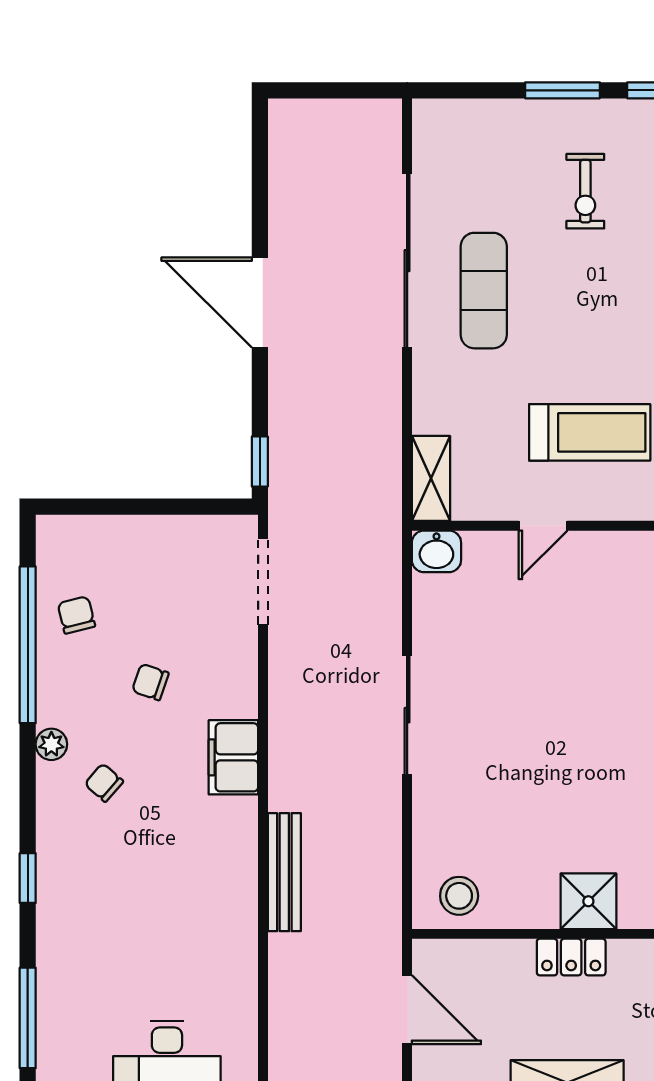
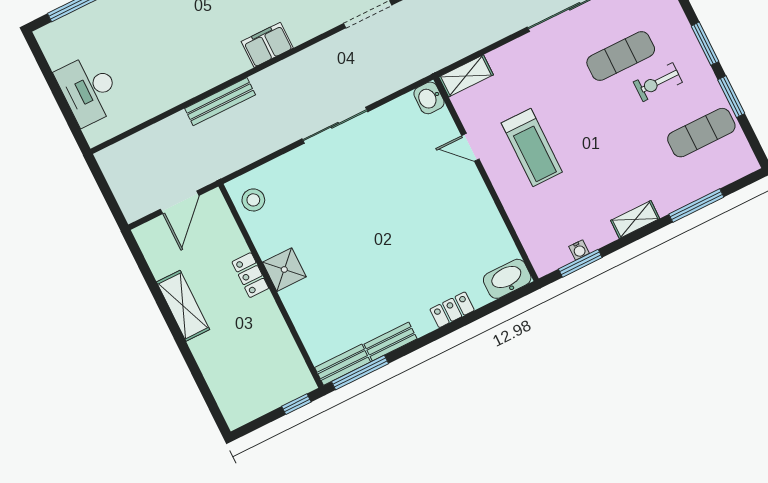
exercise mat: (484, 291) -> (621, 56), moved

